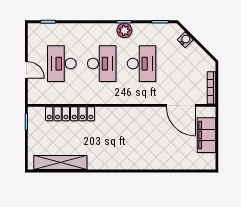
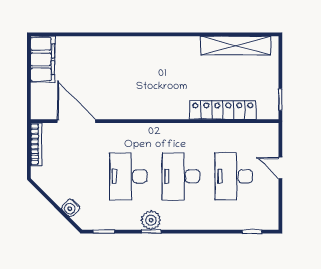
desk: (62, 64) -> (234, 176), turned 180
filing cabinet: (206, 135) -> (43, 59), moved

